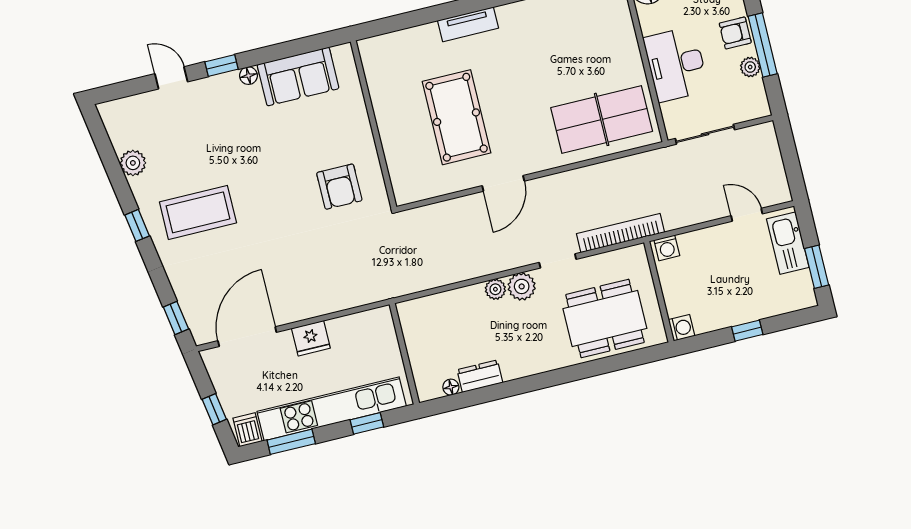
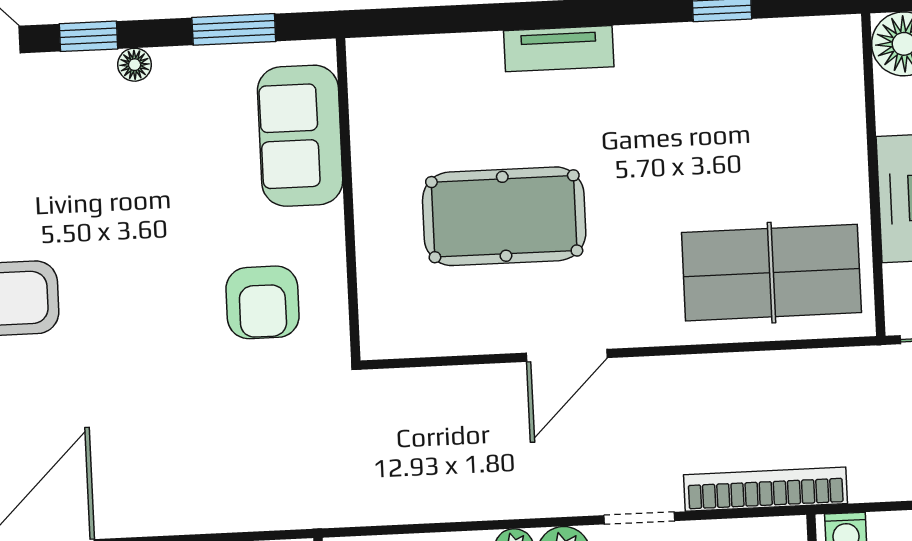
window: (297, 47) -> (234, 29), added
sofa: (298, 77) -> (300, 136), moved, turned 90
pool table: (457, 117) -> (504, 216), turned 90

